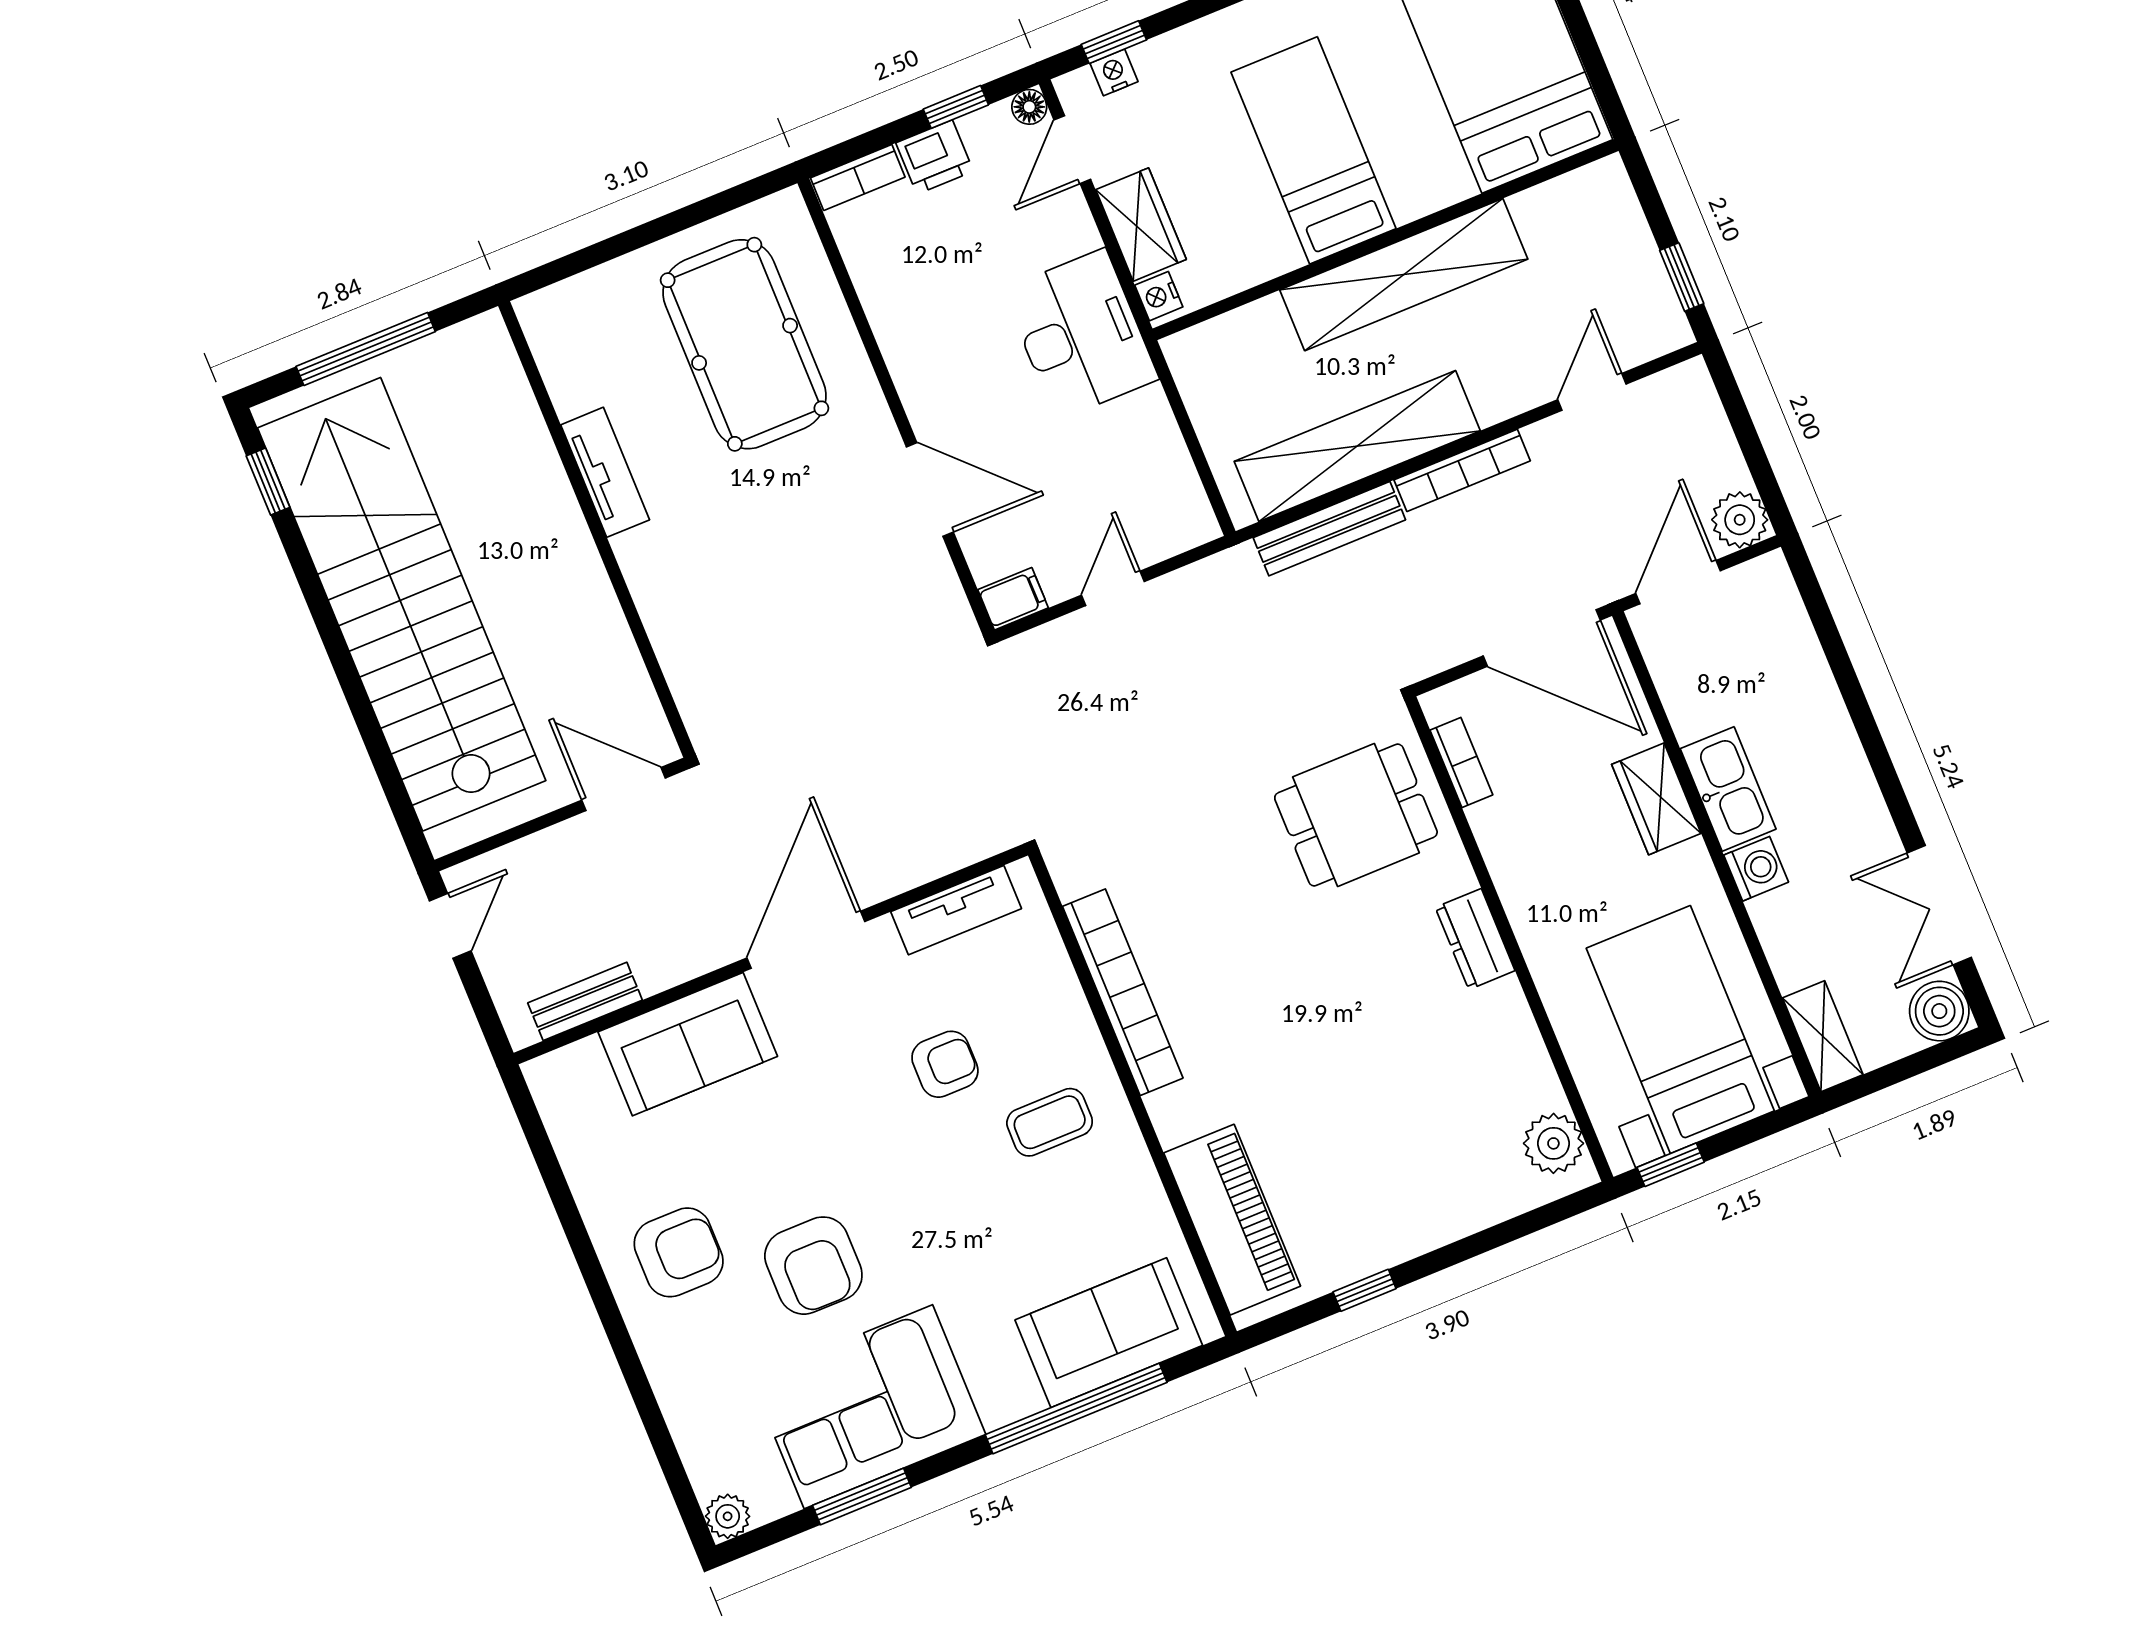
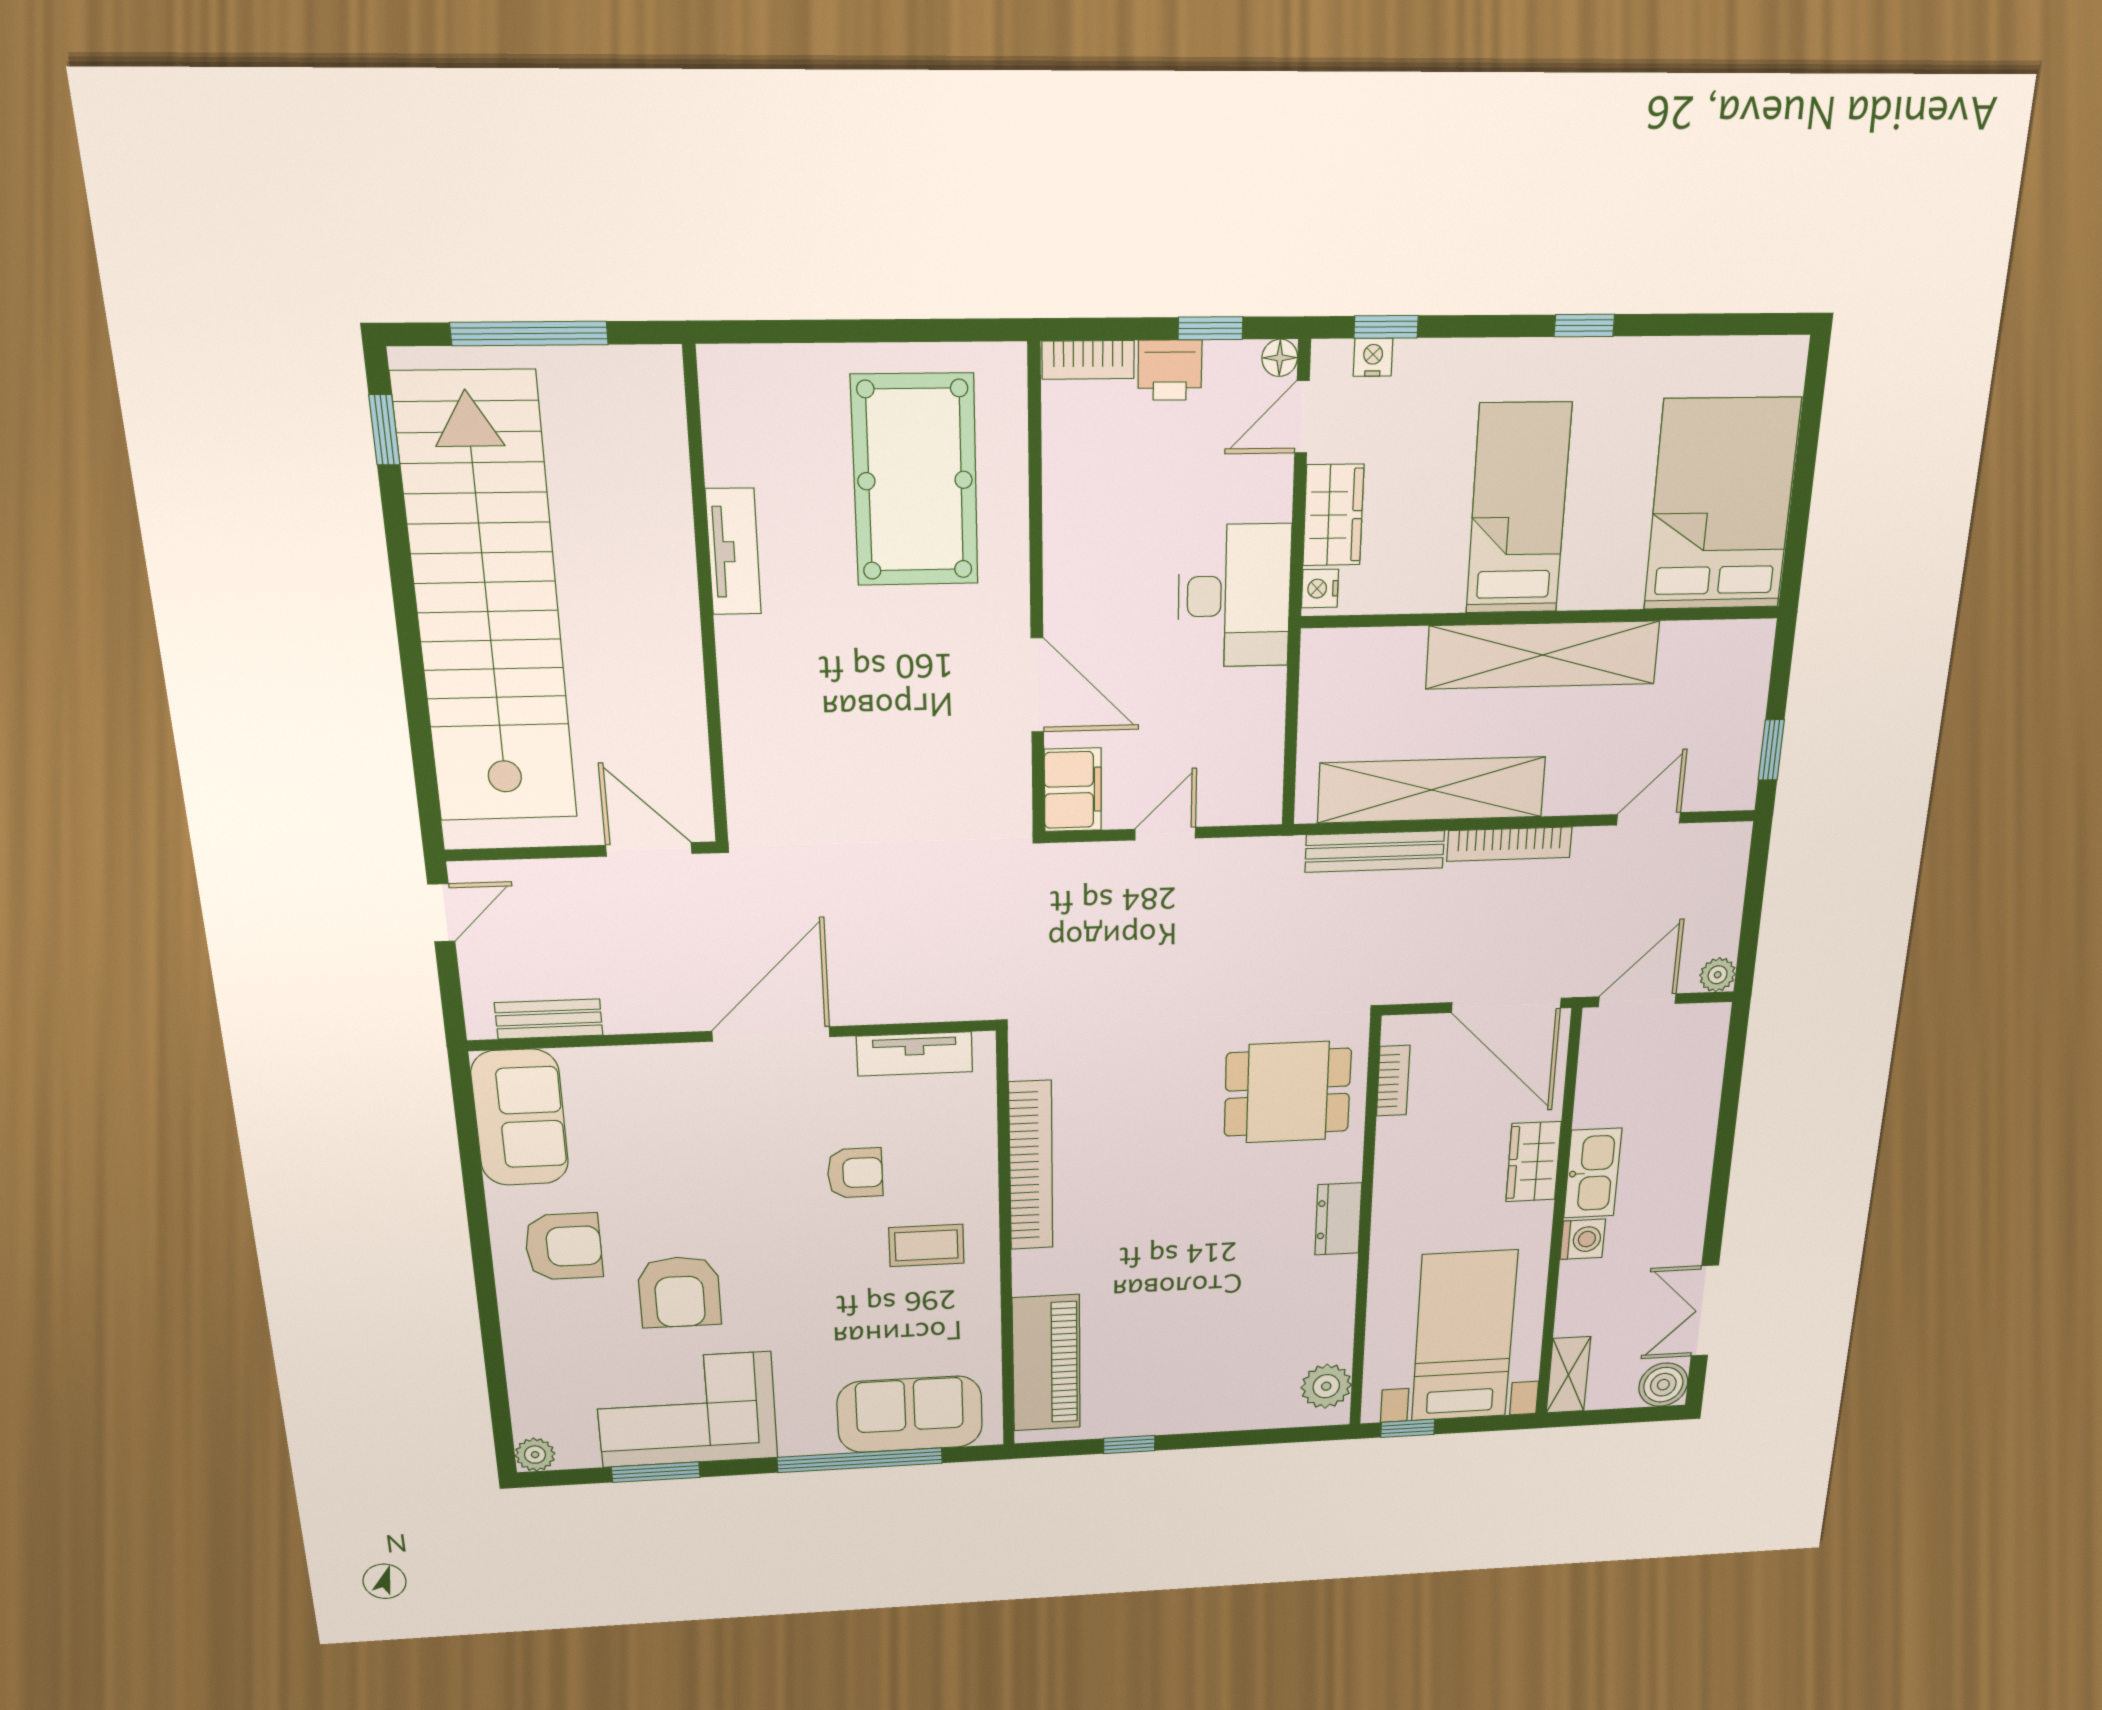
plant: (1740, 520) -> (1718, 975), width x0.73, depth x0.73
filing cabinet: (1013, 599) -> (1073, 790), width x2.00
sofa: (688, 1044) -> (520, 1118), moved, turned -90

